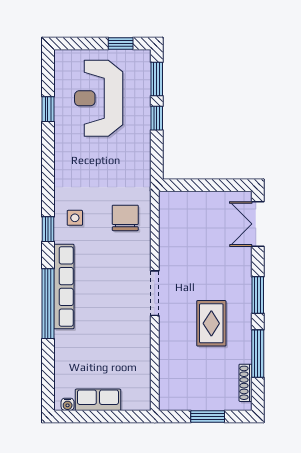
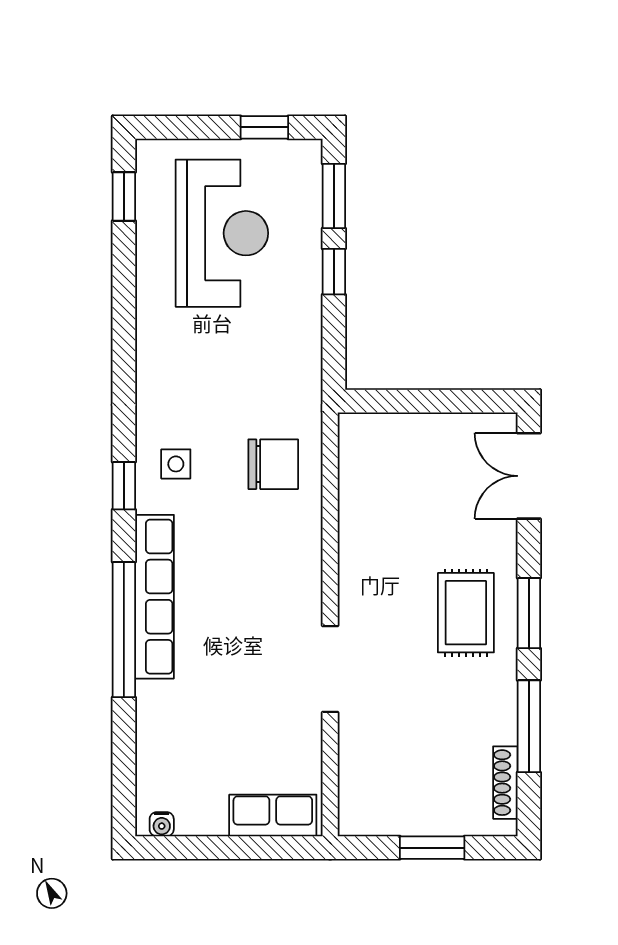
reception desk: (99, 98) -> (222, 233), turned 180
window: (48, 109) -> (124, 196), moved
chair: (125, 218) -> (273, 464), turned 90
doorway: (155, 293) -> (330, 669), moved
rug: (211, 323) -> (466, 613), moved
row of seats: (98, 400) -> (273, 815), moved

